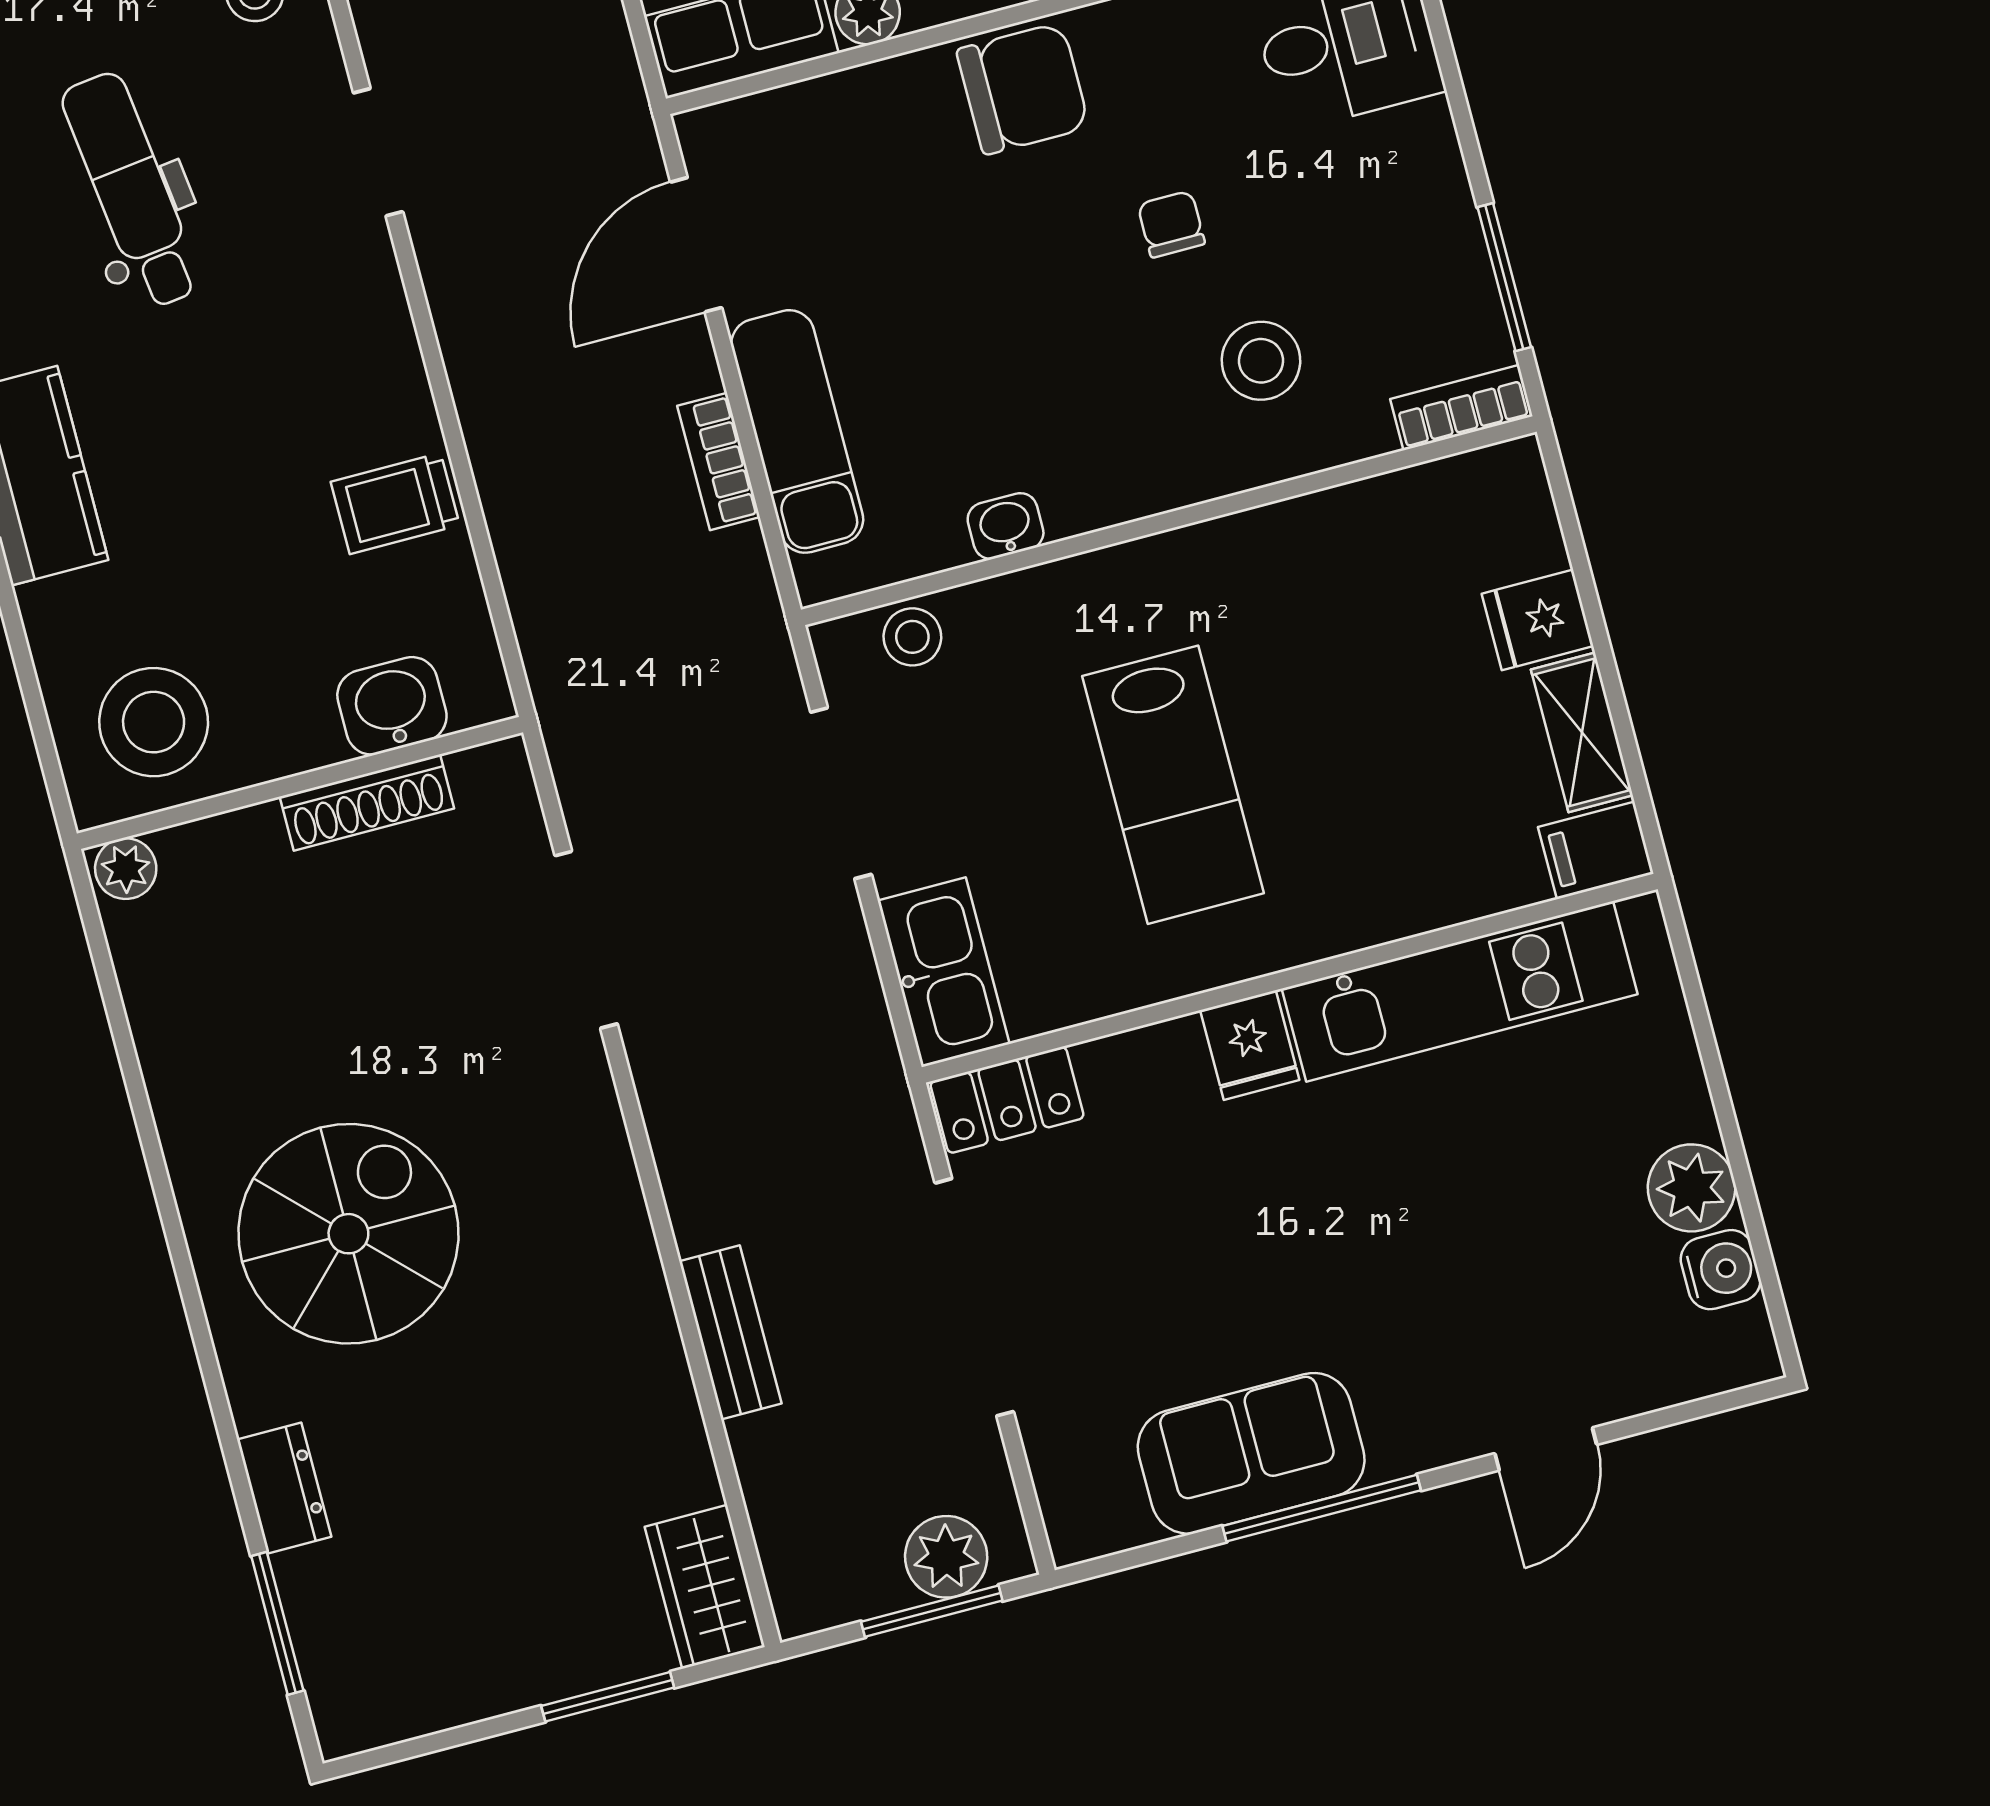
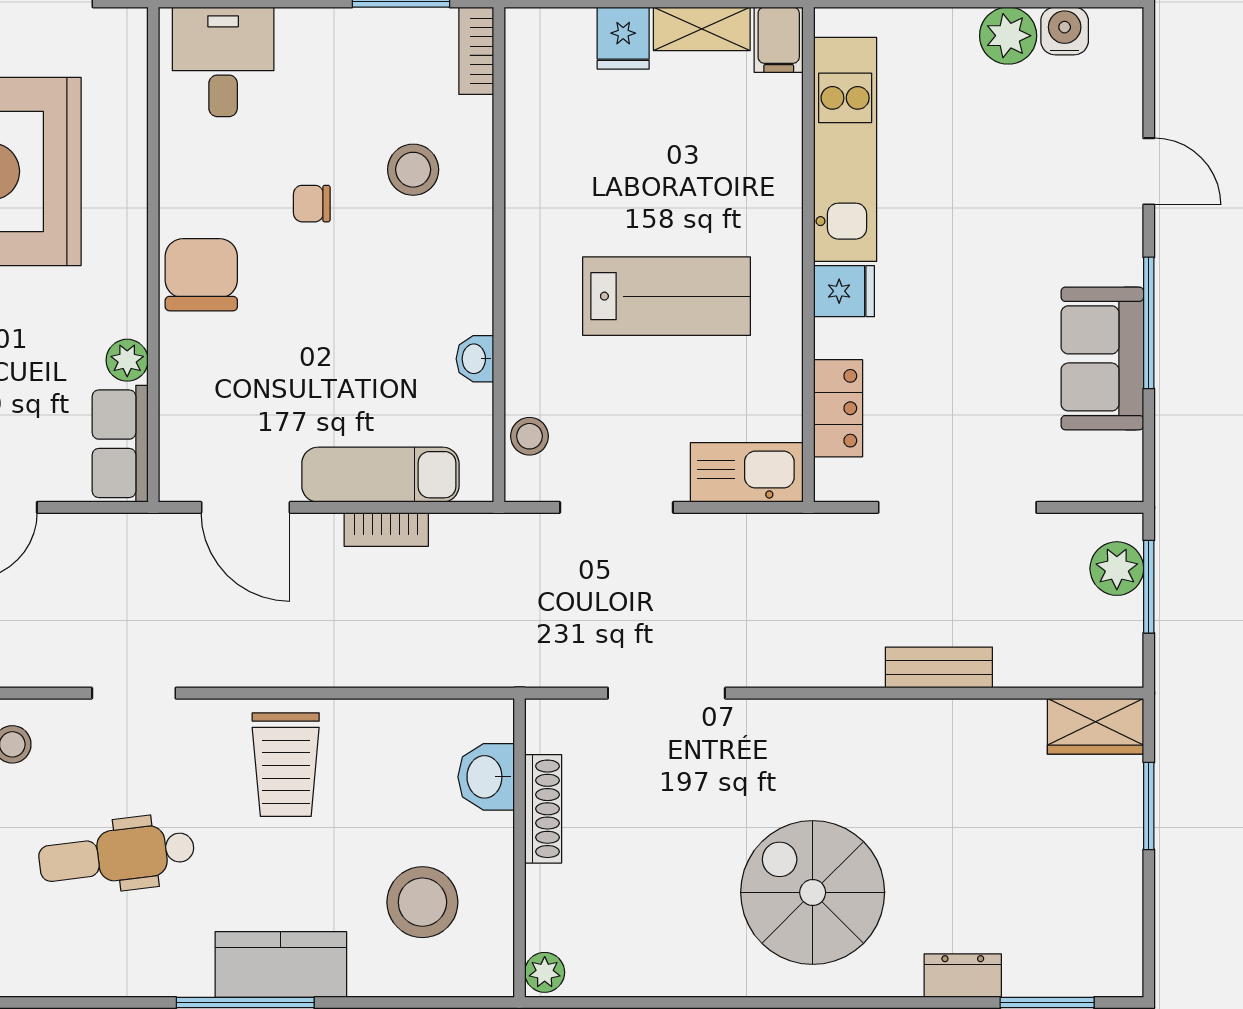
trolley: (395, 503) -> (286, 765), moved, width x1.36, depth x1.39
stool: (154, 722) -> (422, 902), moved
locker: (1007, 1100) -> (838, 408), moved

